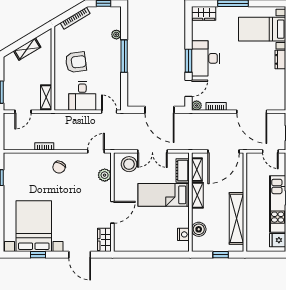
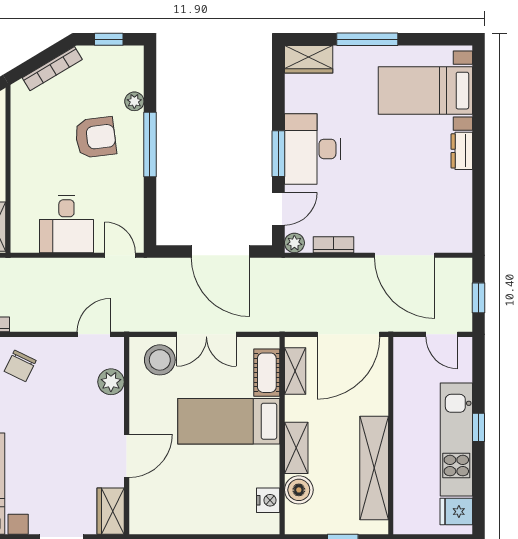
armchair: (76, 62) -> (95, 137), moved
shelving: (197, 195) -> (296, 448), moved

